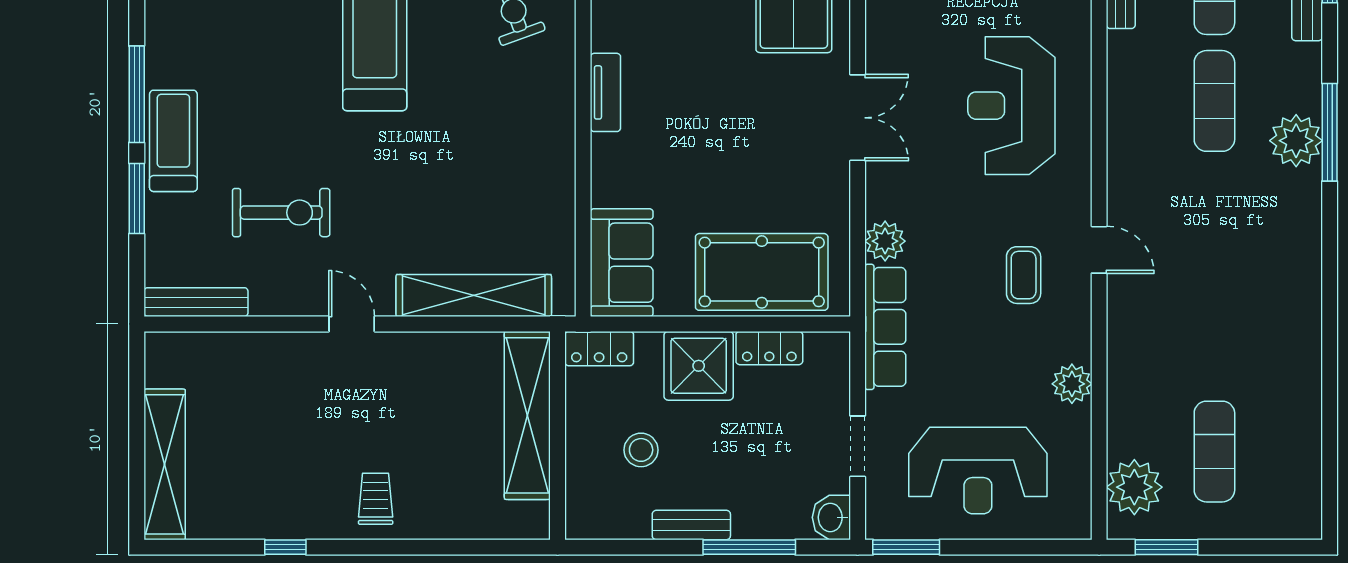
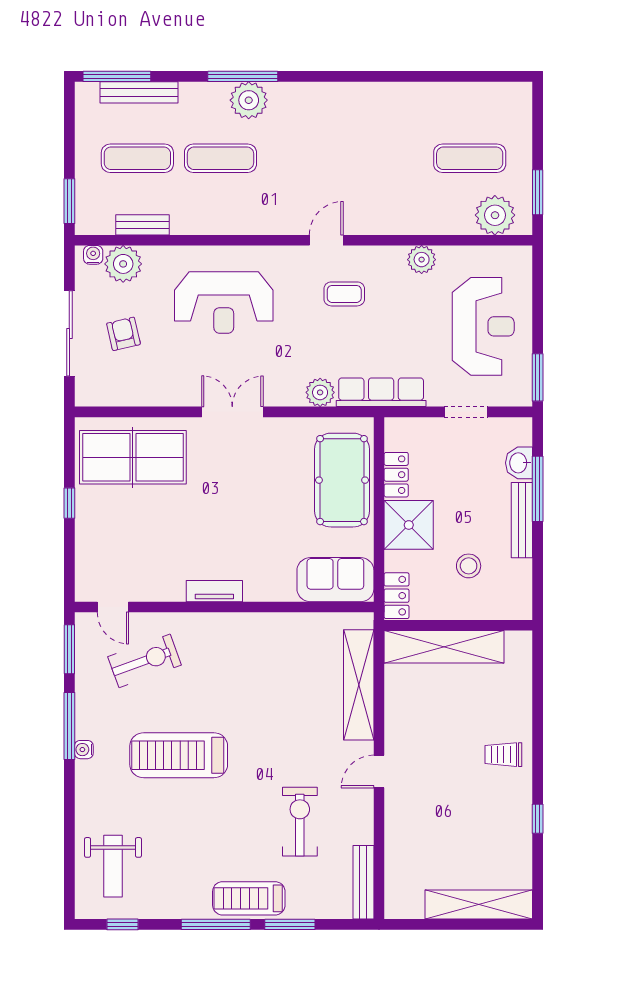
washbasin: (831, 517) -> (519, 463), moved, turned 90
bench: (691, 525) -> (522, 520), width x1.36

